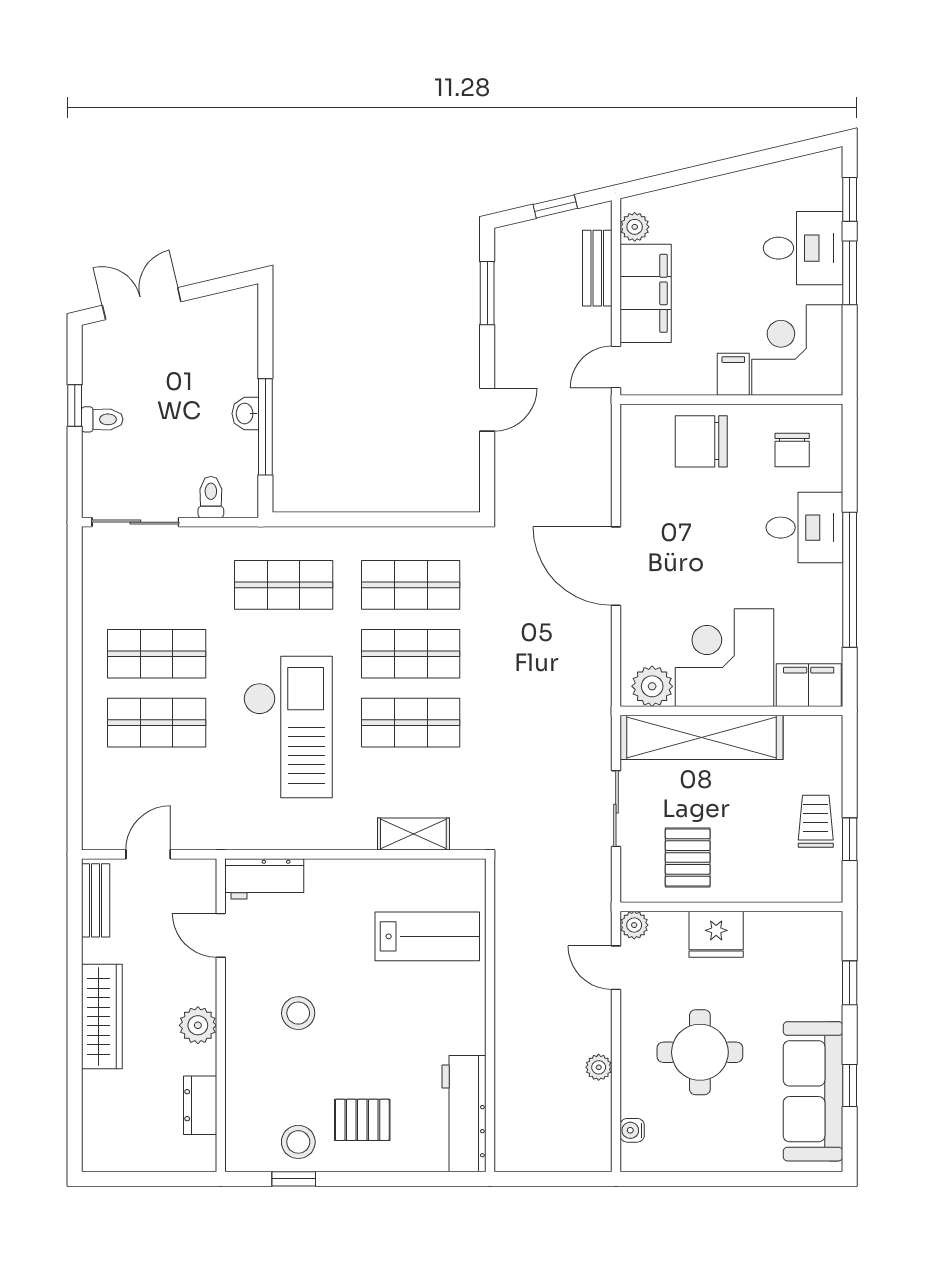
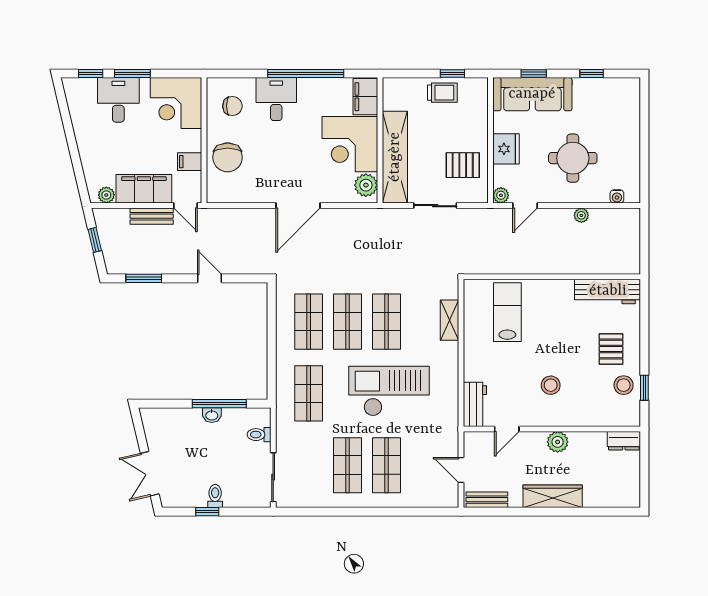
bench: (597, 268) -> (152, 216), moved
filing cabinet: (733, 374) -> (190, 162), moved
trolley: (816, 821) -> (442, 93), turned 180
sofa: (813, 1091) -> (532, 94), moved
dresser: (200, 1105) -> (624, 441), moved

